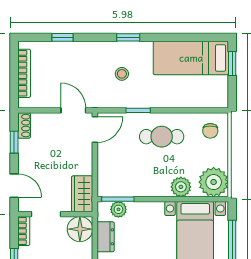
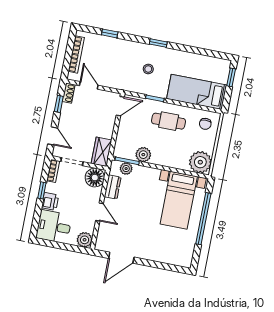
bed: (191, 58) -> (197, 92), moved
door: (73, 110) -> (89, 85), moved
plant: (181, 187) -> (143, 155), moved

